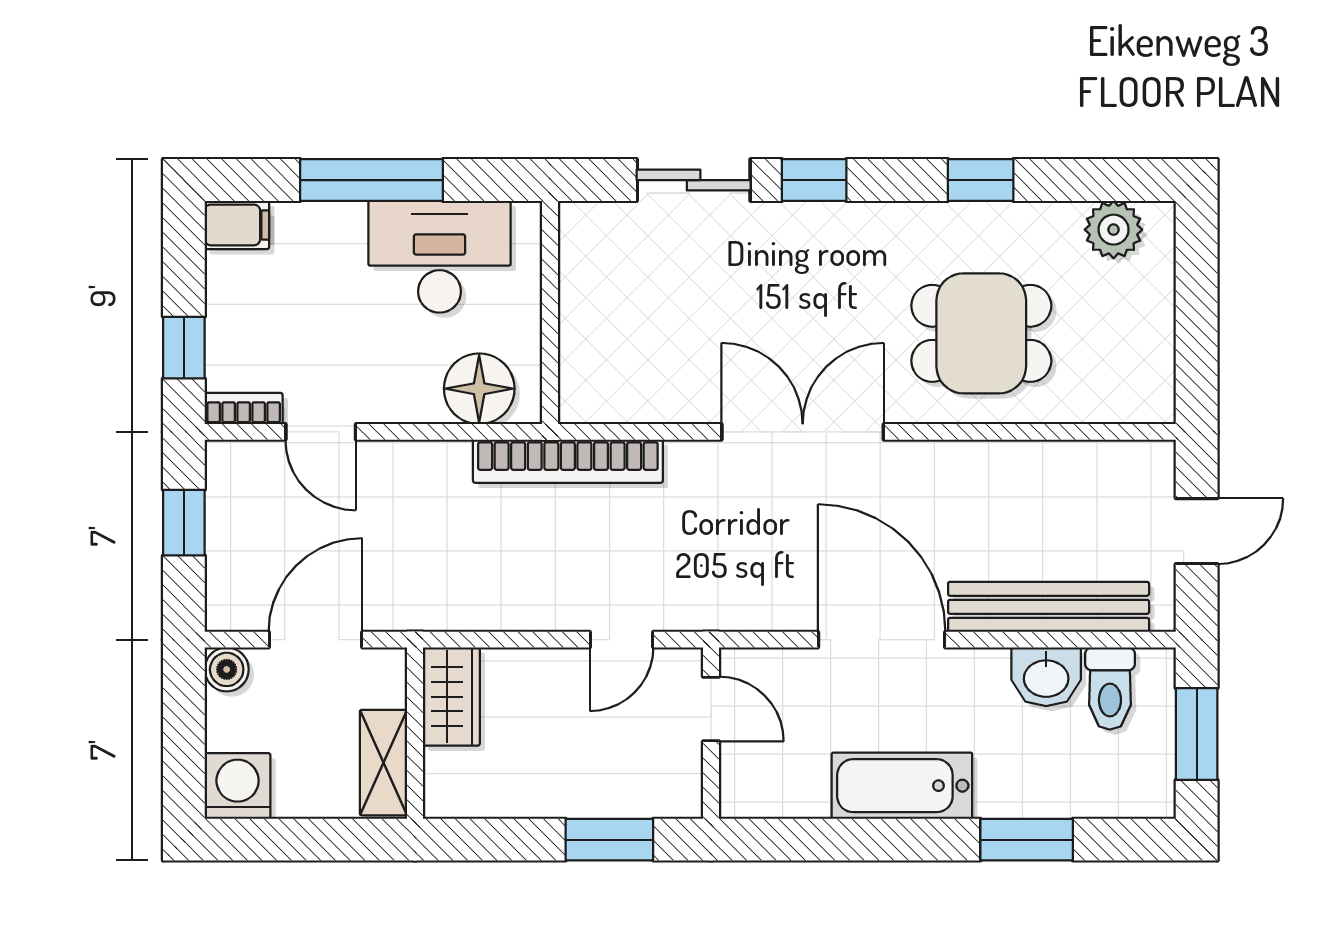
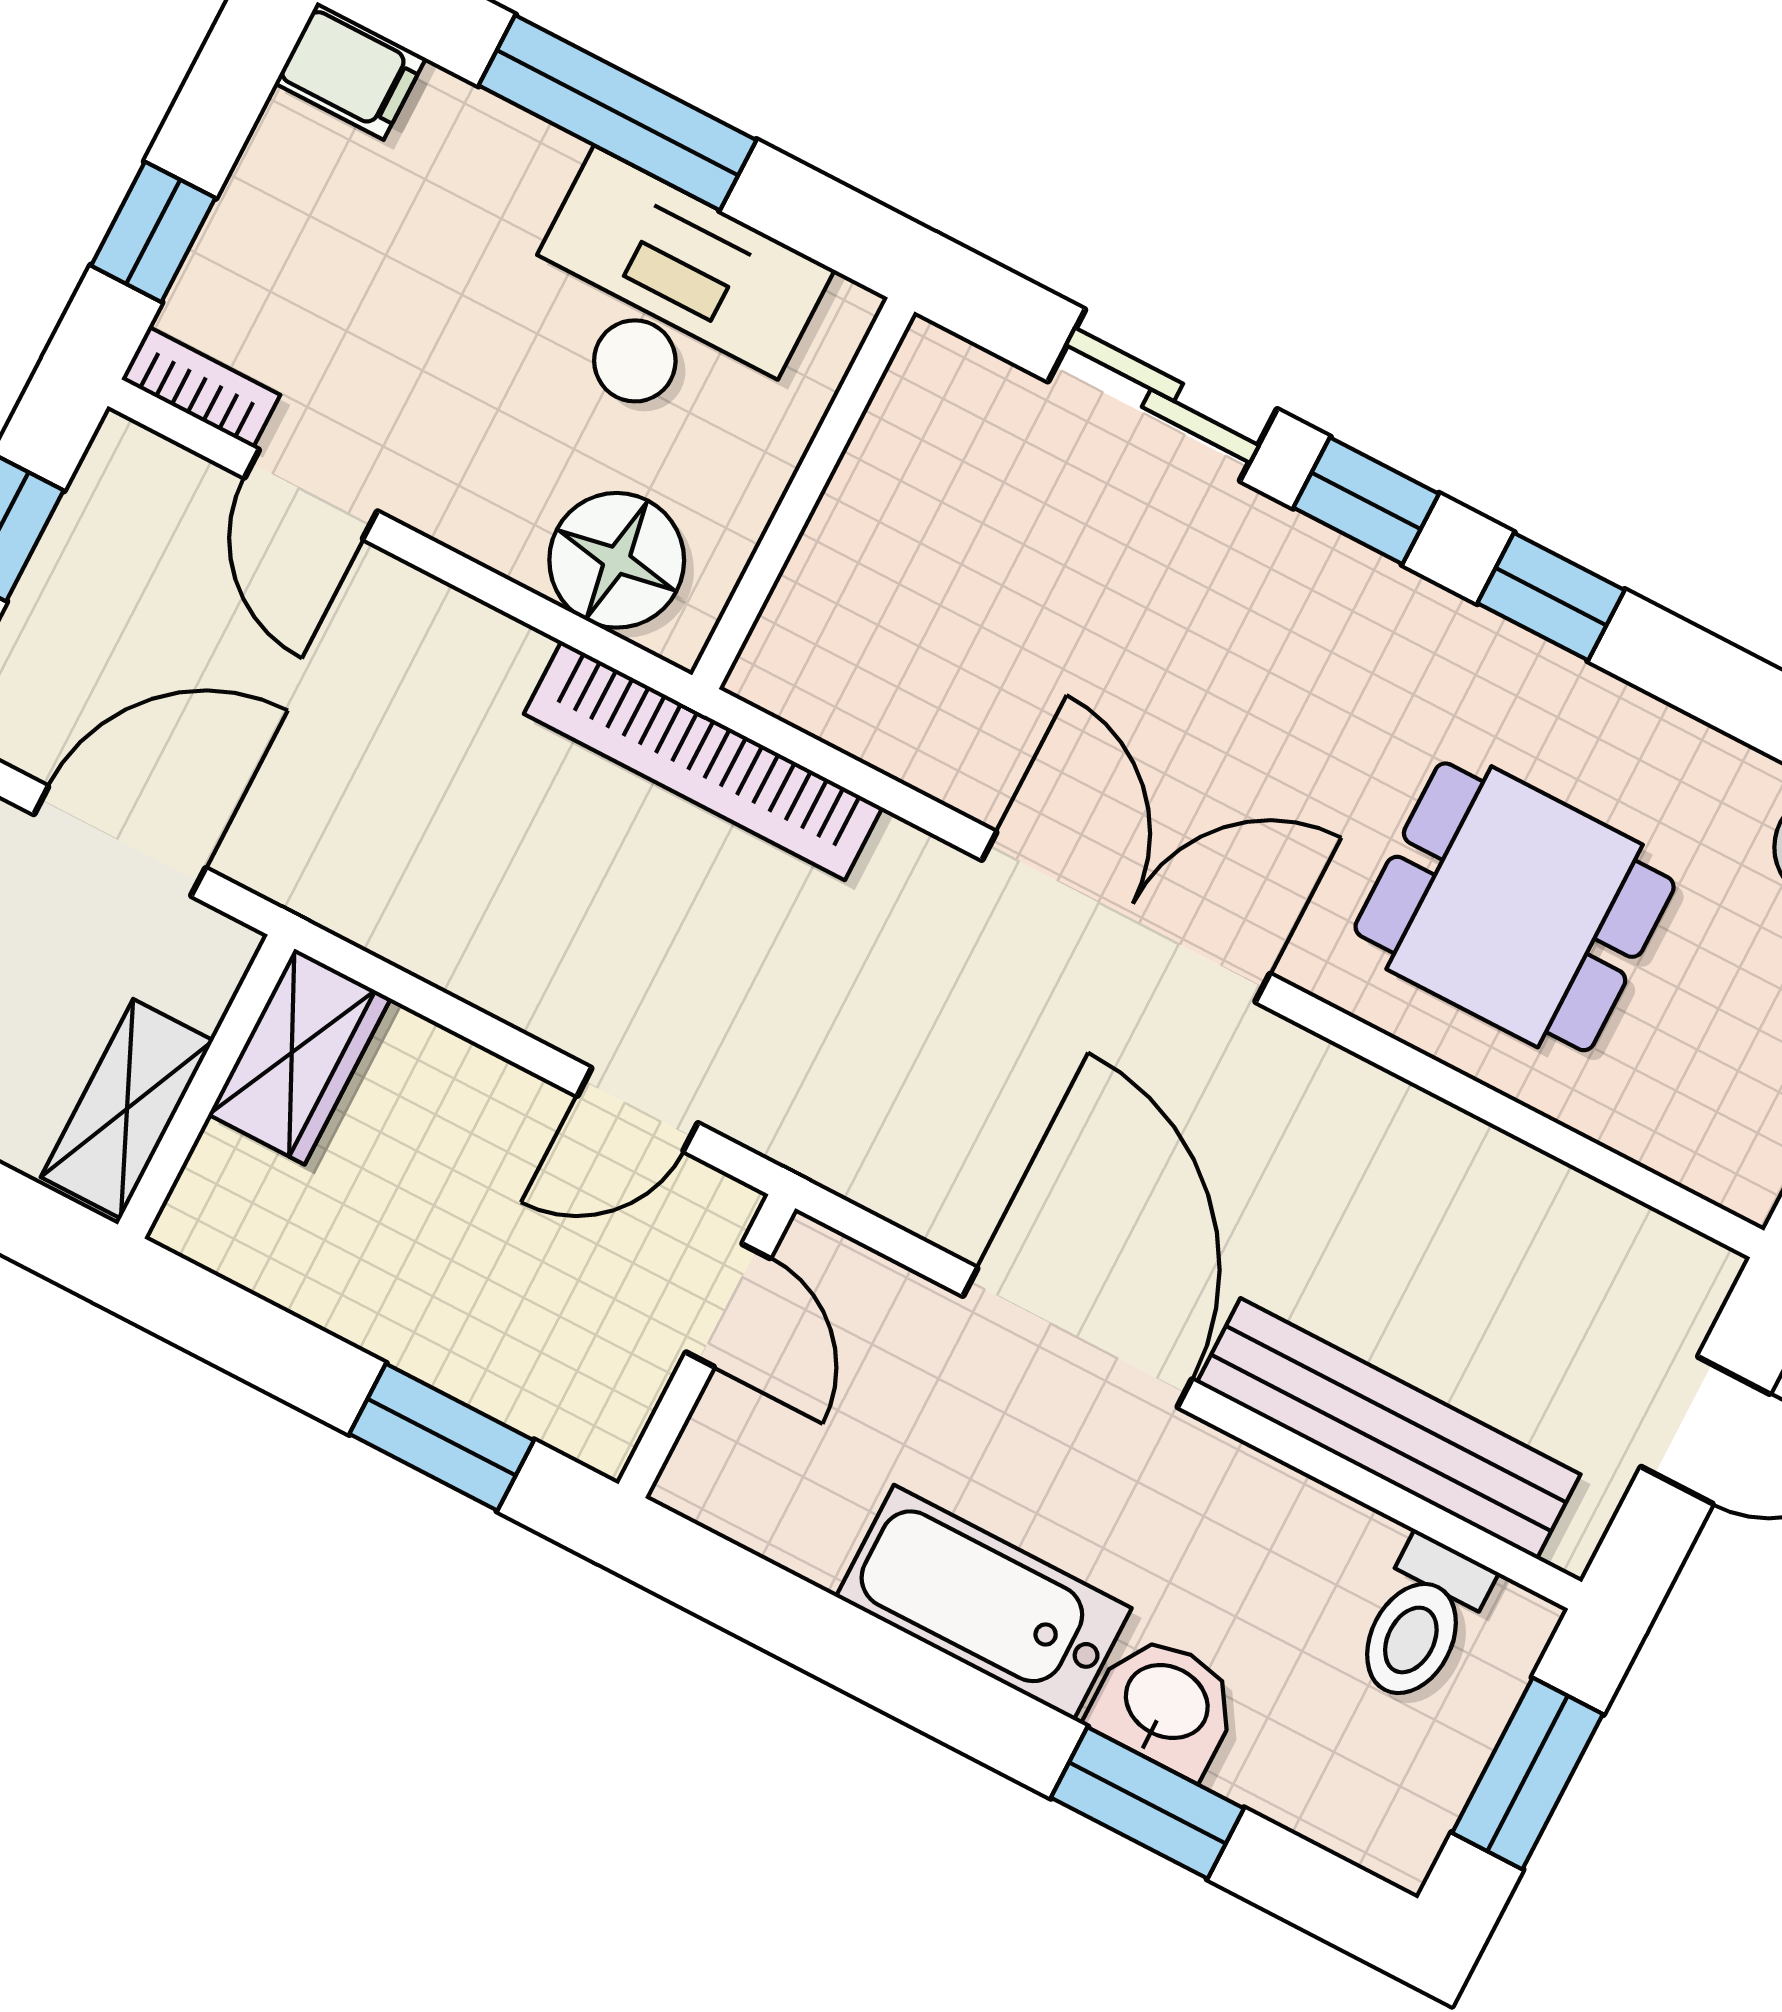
window: (981, 180) -> (1551, 597), moved
washbasin: (1046, 677) -> (1165, 1705), moved, turned 180

